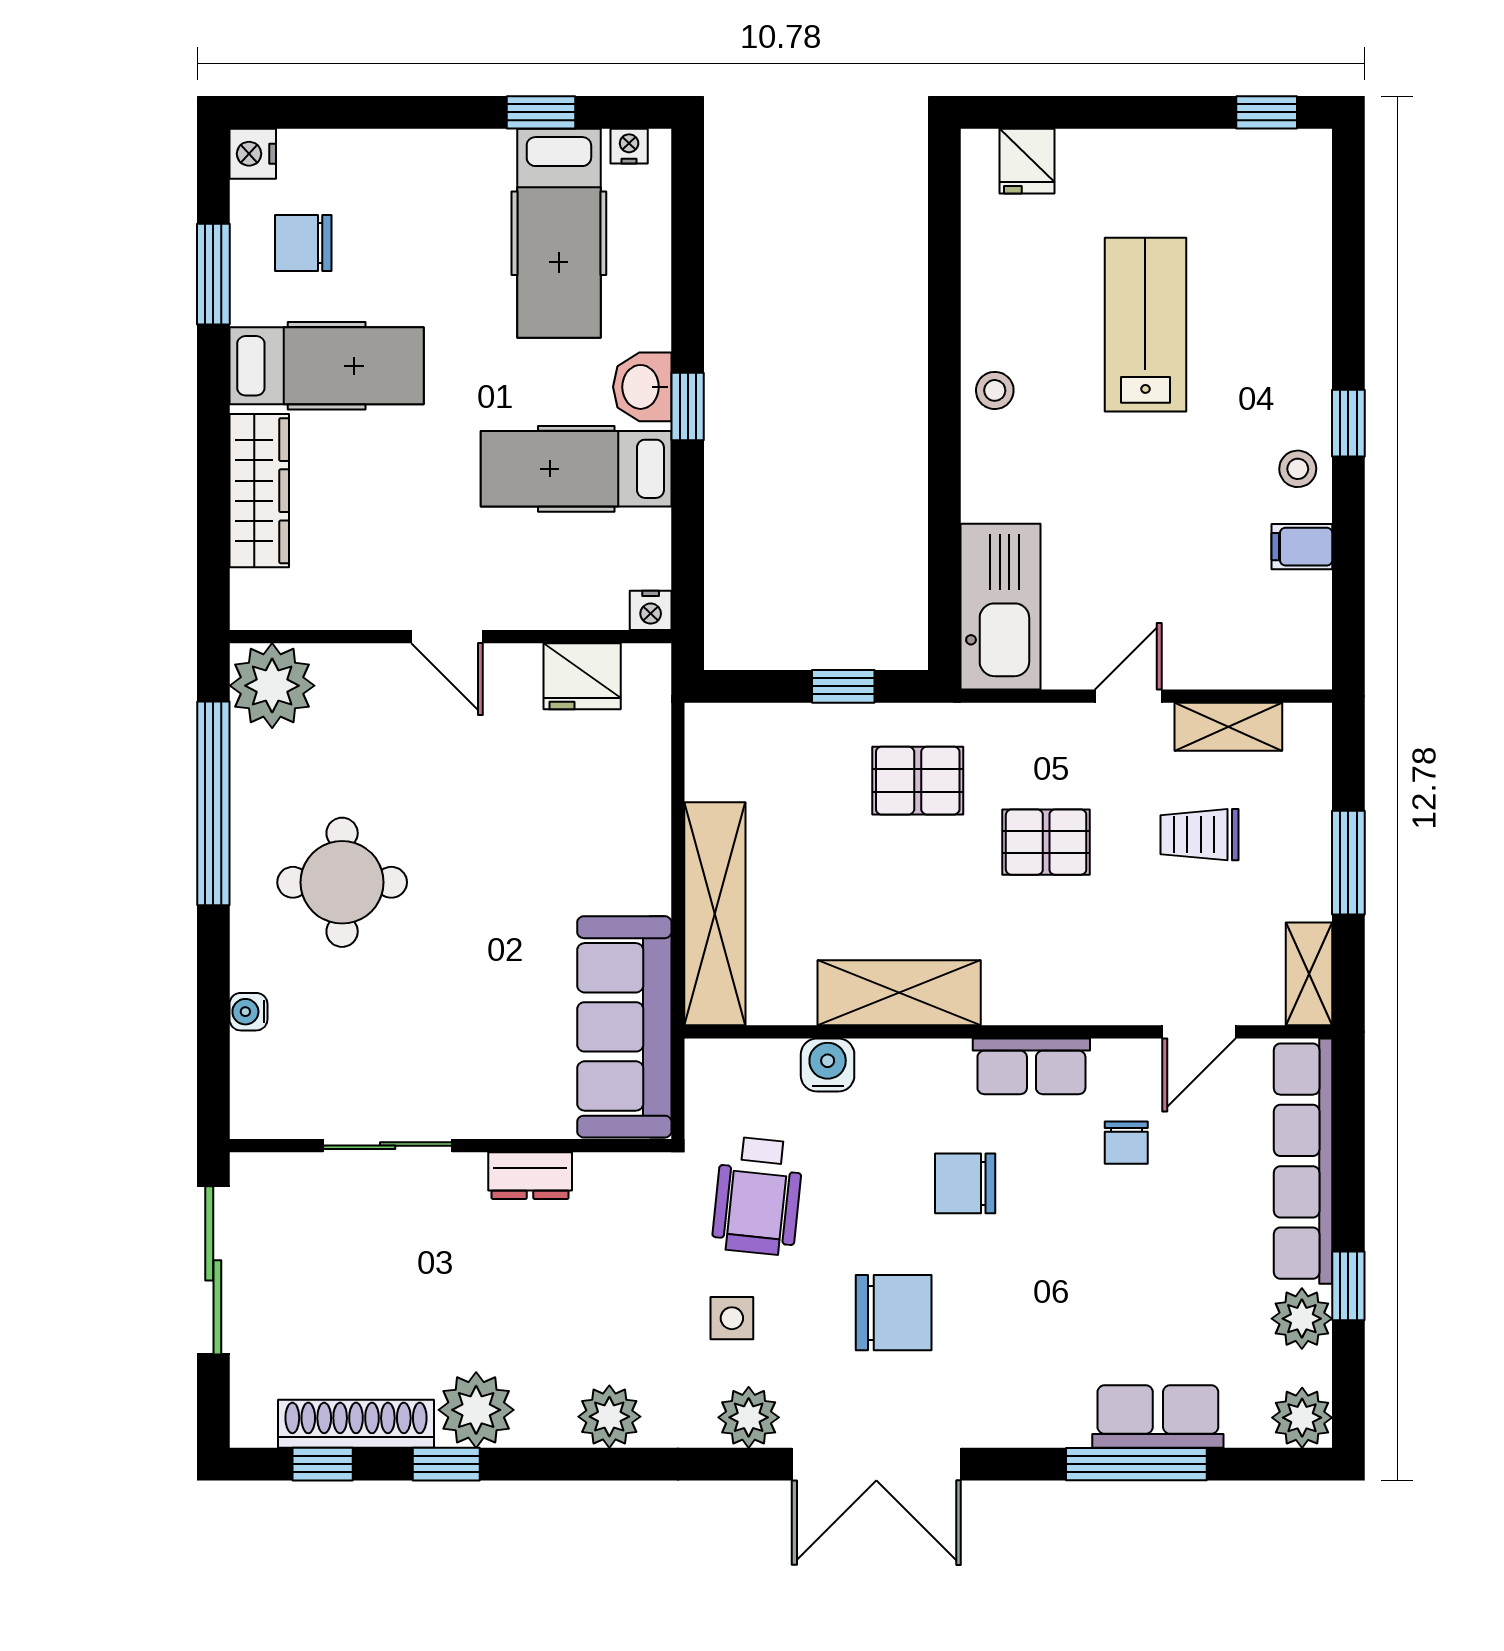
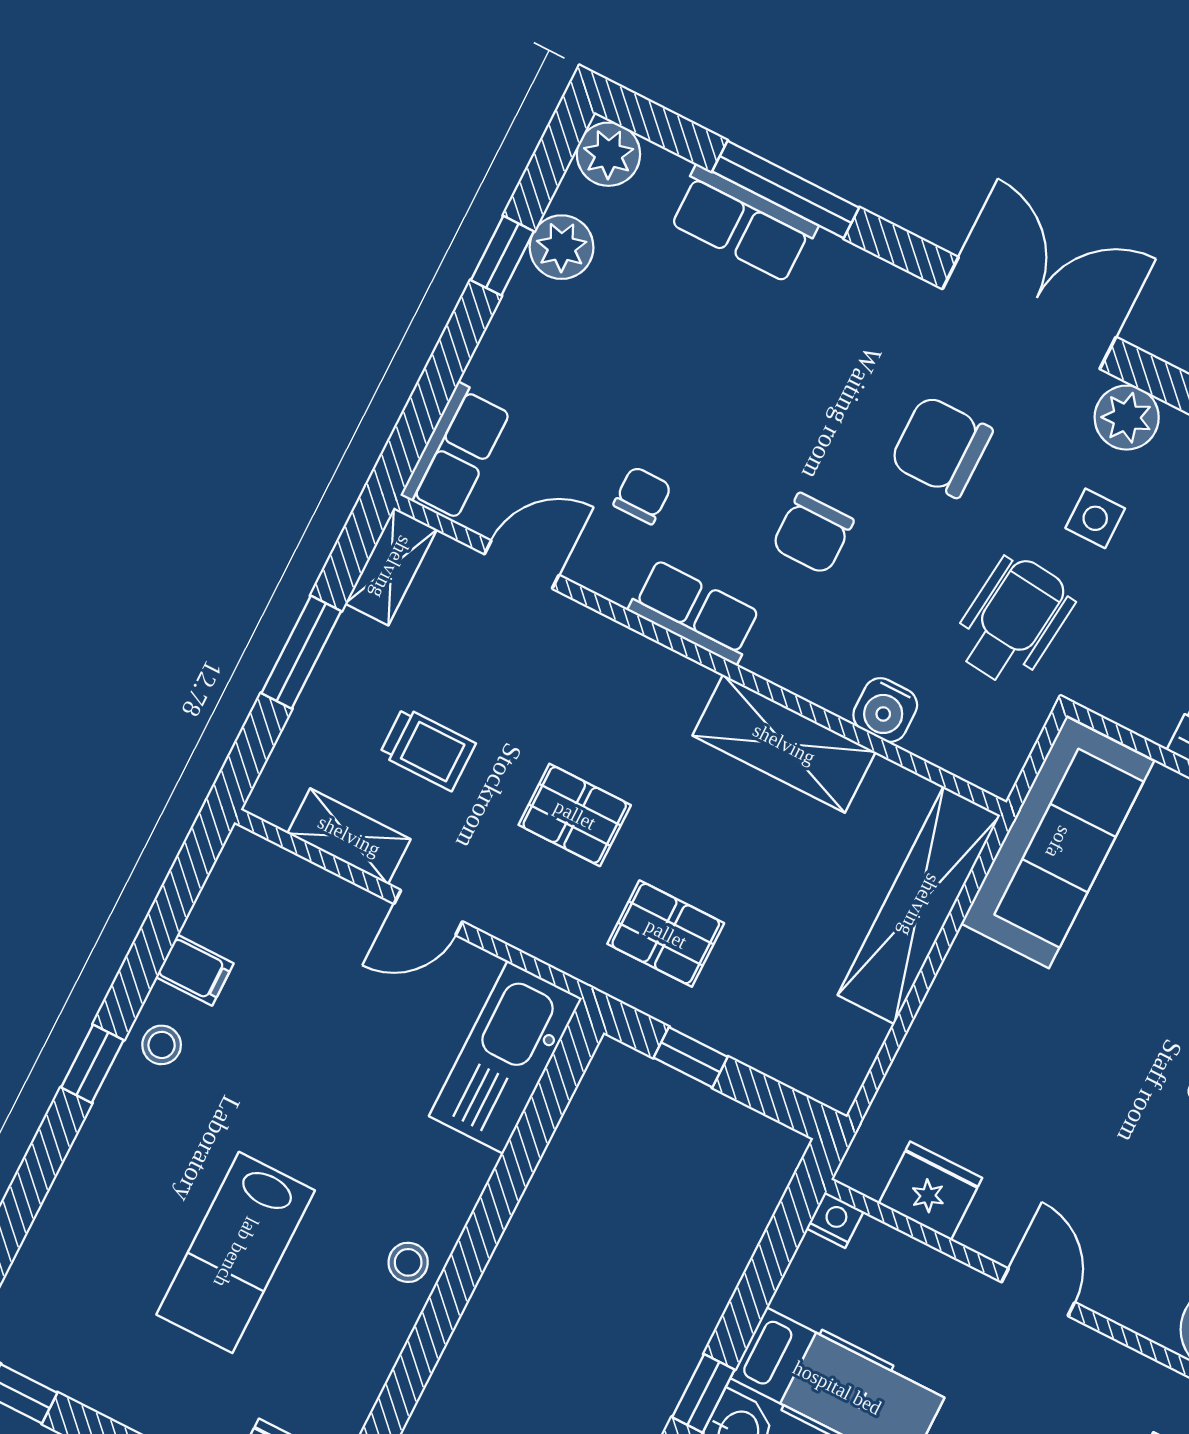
row of seats: (1303, 1161) -> (456, 452), width x0.50
chair: (965, 1183) -> (813, 534), turned 90

